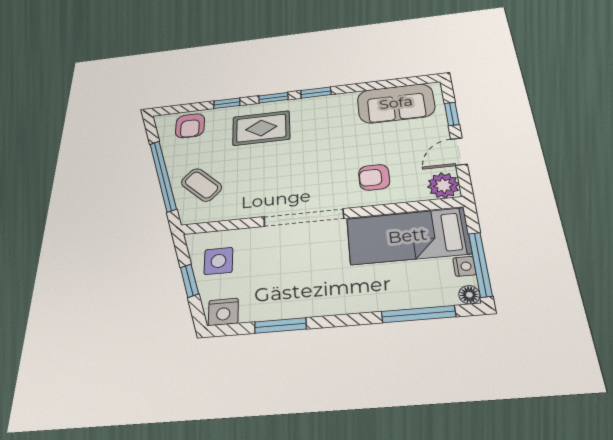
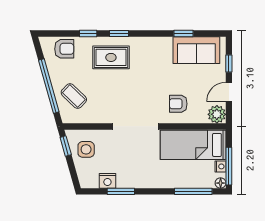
window: (316, 93) -> (184, 34), moved
armchair: (190, 126) -> (64, 49), turned -90
window: (189, 281) -> (66, 146), moved
nightstand: (223, 312) -> (107, 181), moved

